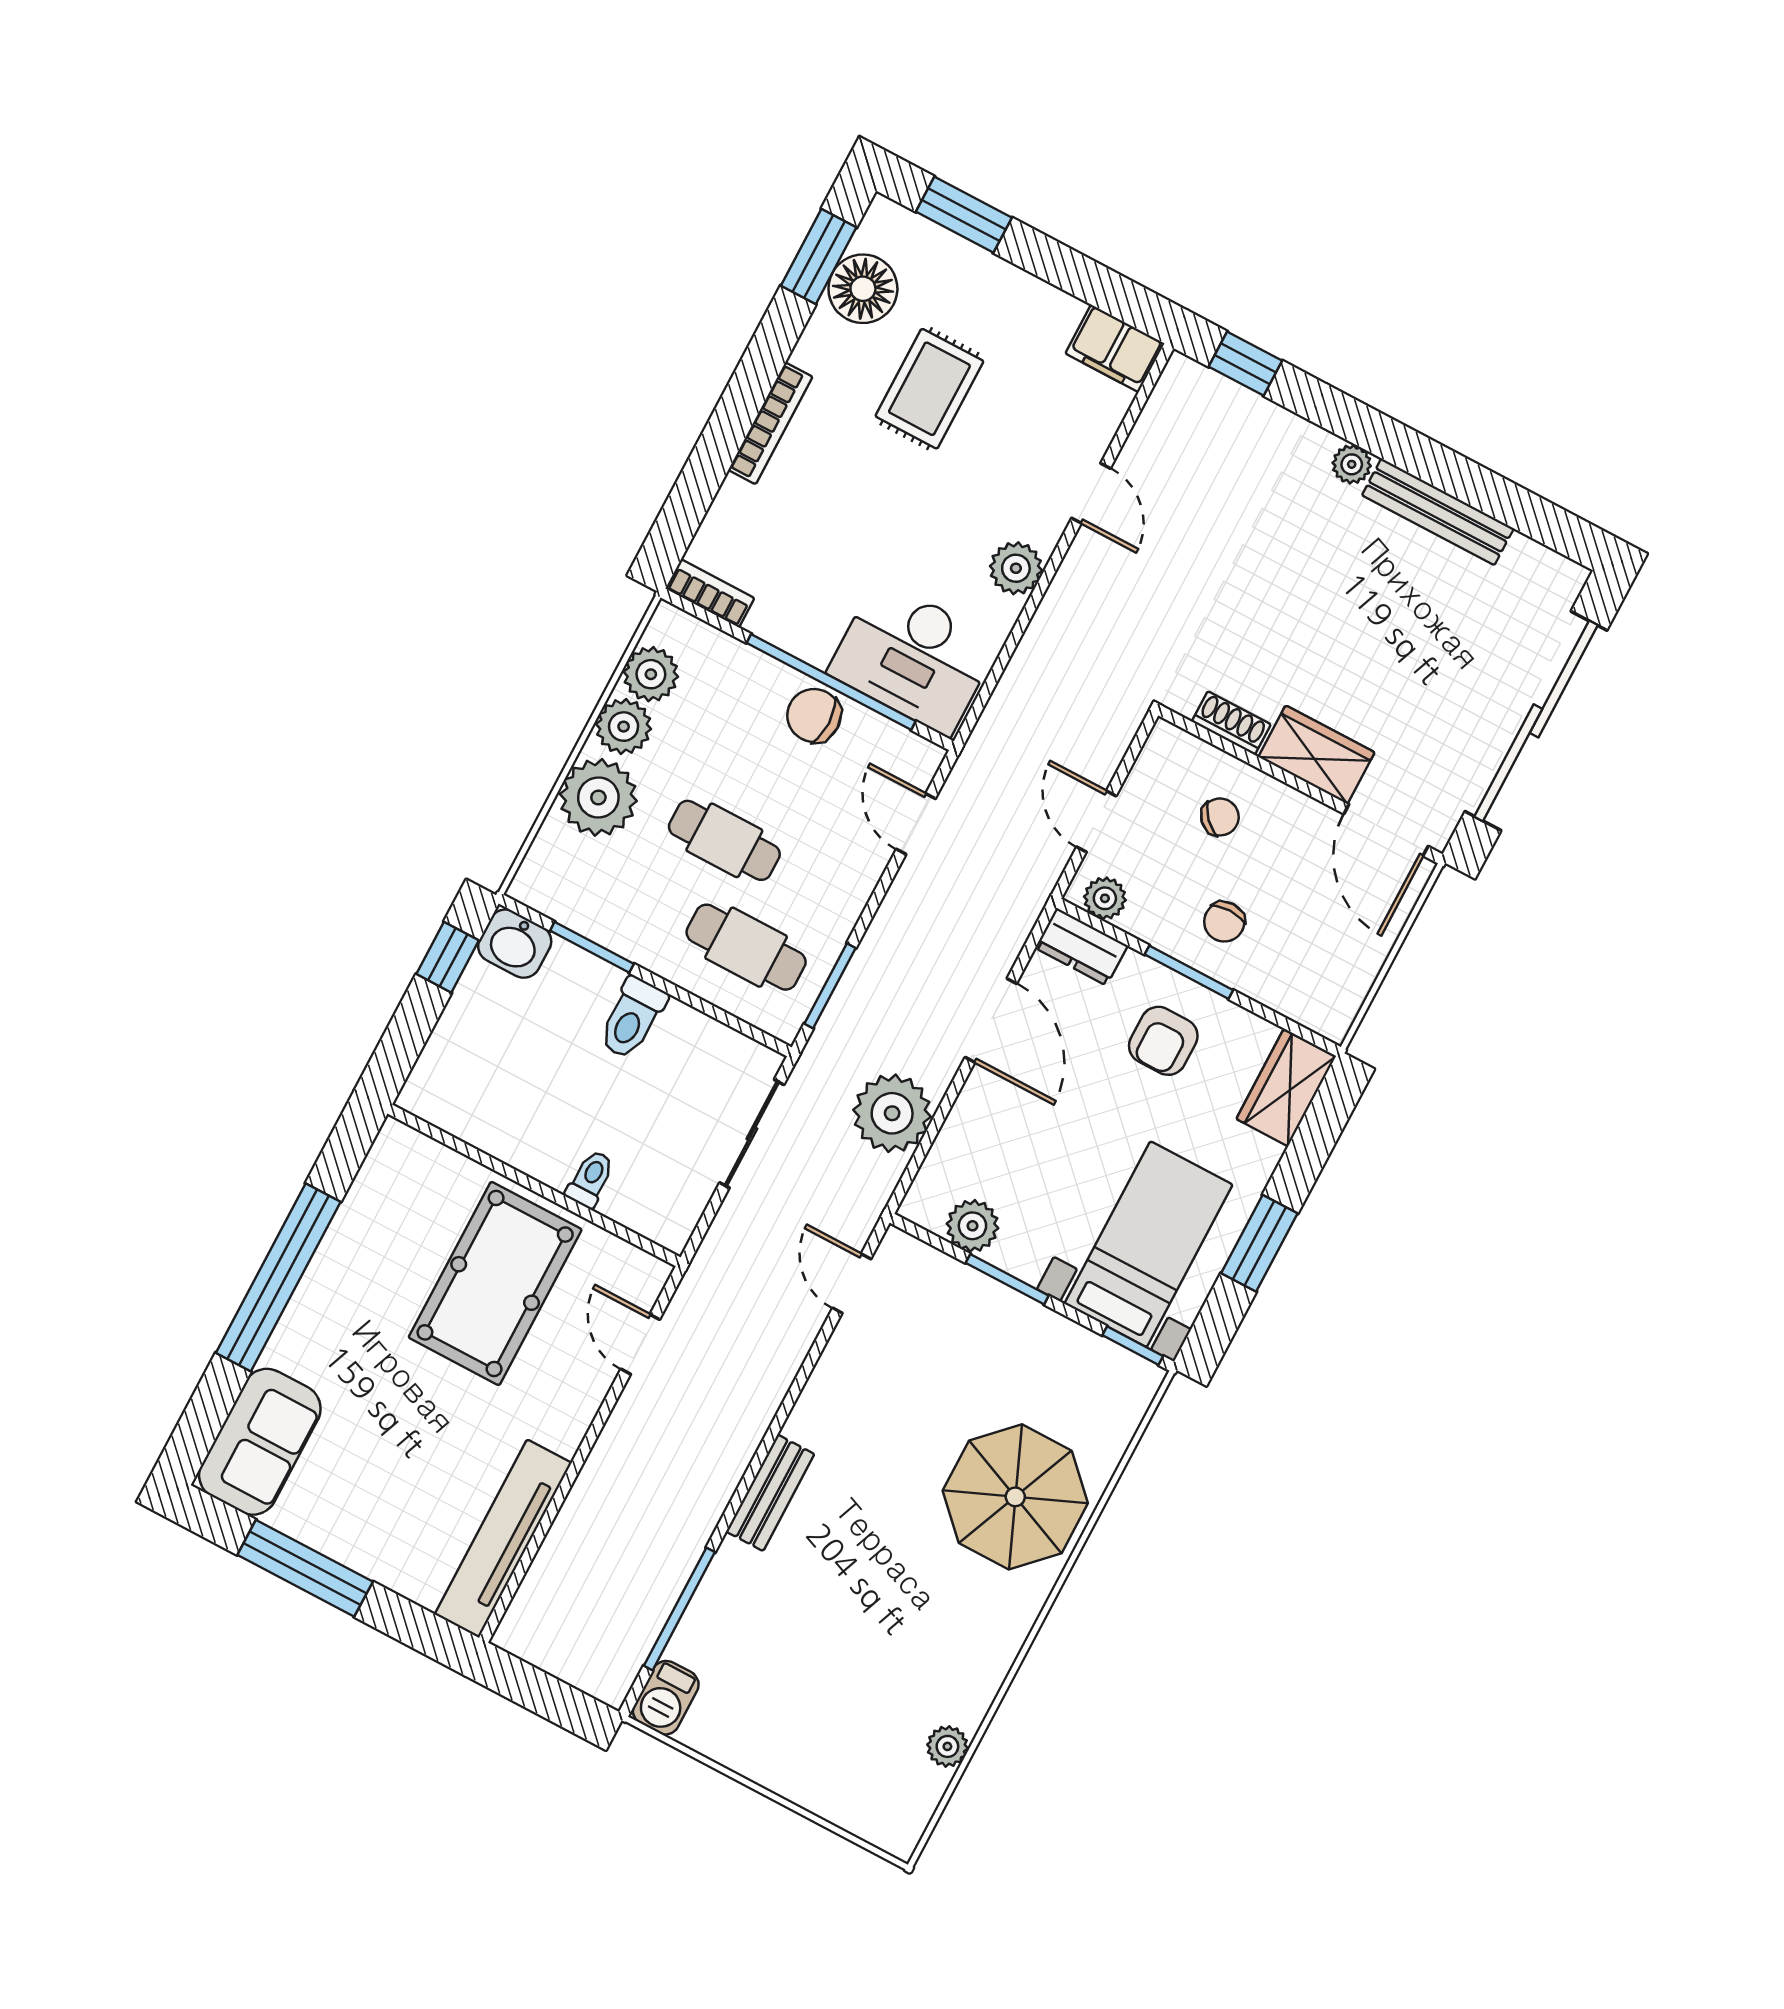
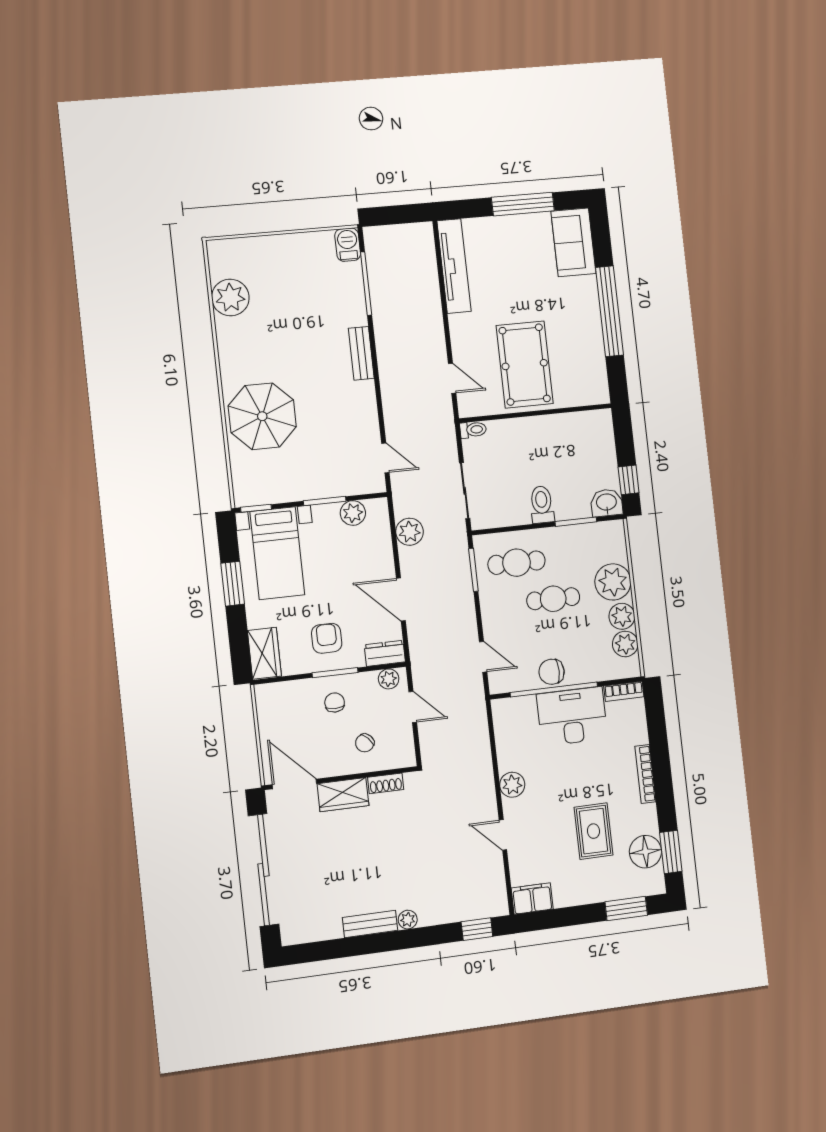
bench: (1438, 512) -> (370, 924), width x0.73
desk: (913, 657) -> (572, 716), moved
chair: (814, 715) -> (552, 672), turned 180
plant: (892, 1113) -> (410, 532), width x0.73, depth x0.73
toilet: (590, 1179) -> (473, 430), moved, turned -90
plant: (947, 1746) -> (230, 297), width x1.88, depth x1.88

